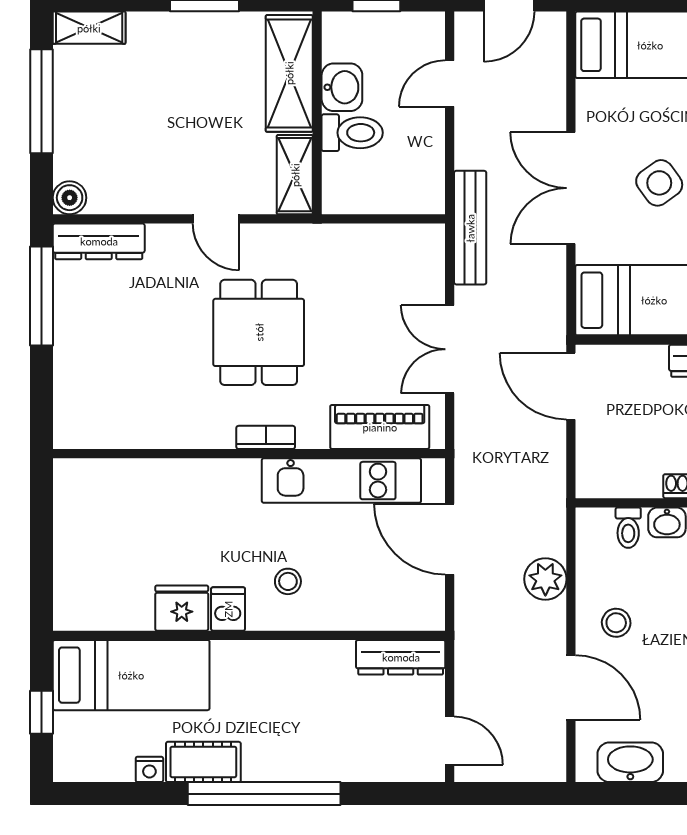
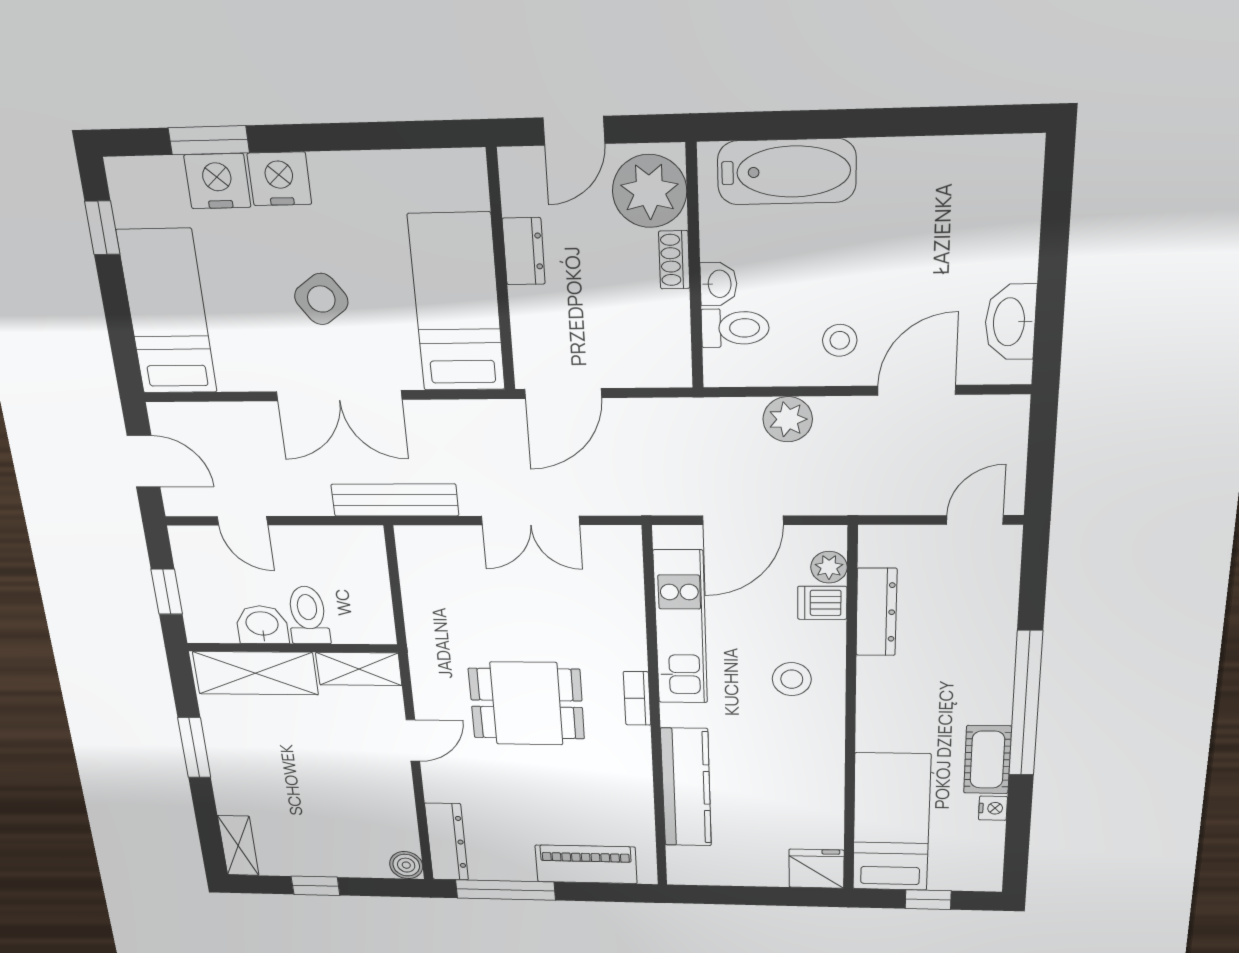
window: (42, 101) -> (315, 886), width x0.46
piano: (380, 427) -> (586, 864), moved, turned 90
kitchen counter: (167, 480) -> (686, 788), added
toilet: (628, 528) -> (735, 328), width x1.37, depth x1.39
stool: (288, 581) -> (792, 679), width x1.37, depth x1.37
fridge: (182, 608) -> (816, 869), moved, turned 90
dishwasher: (228, 609) -> (822, 603), moved
plant: (403, 615) -> (829, 567), added
dresser: (401, 657) -> (876, 612), moved

